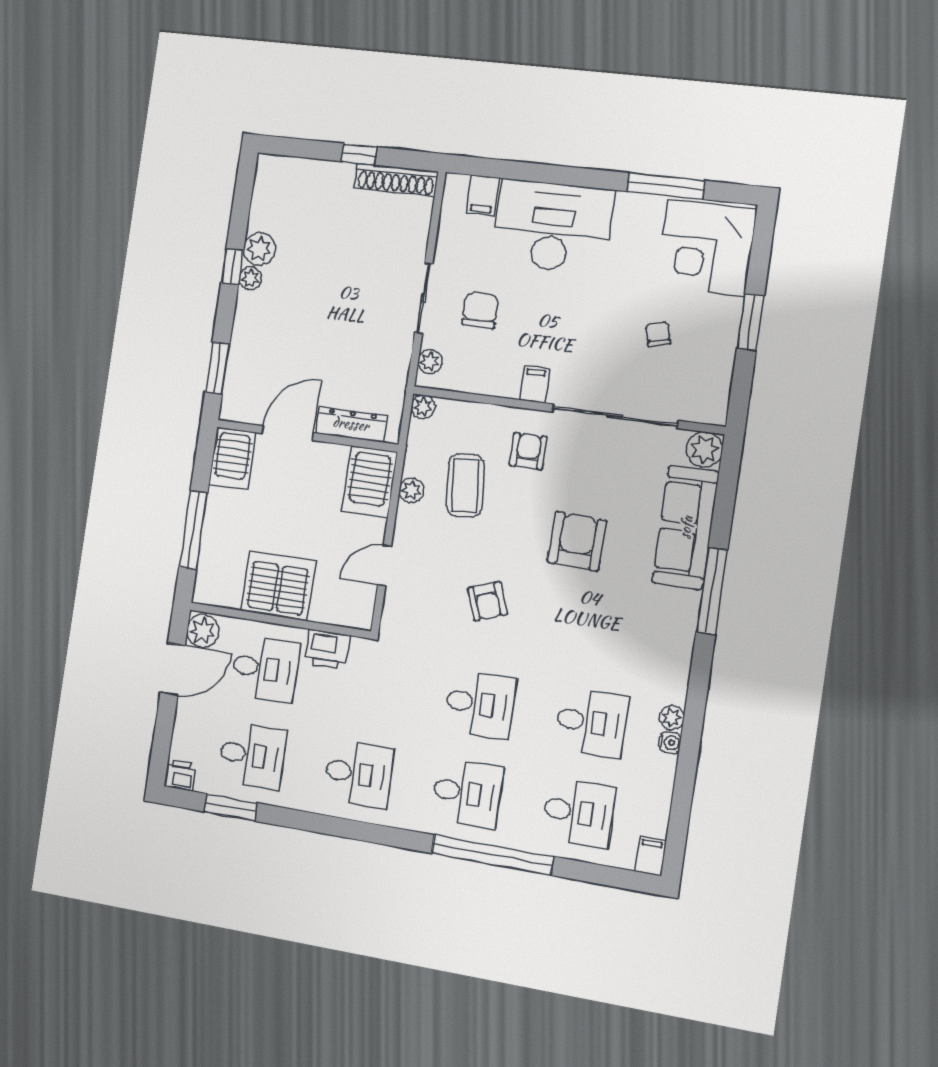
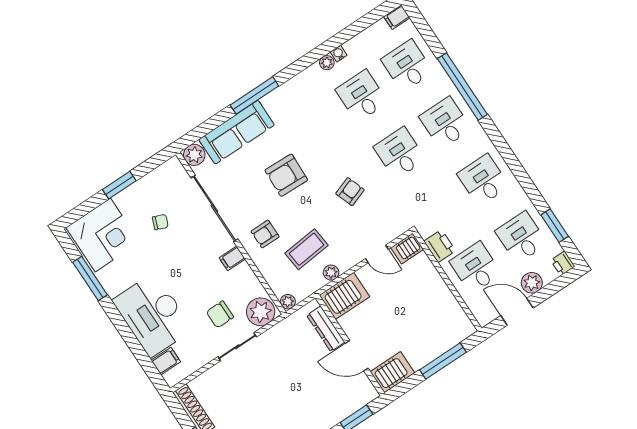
chair: (658, 334) -> (160, 222), turned -144
plant: (430, 362) -> (261, 312), width x1.88, depth x1.88
server rack: (278, 586) -> (407, 249), moved, width x0.46, depth x0.70
plant: (203, 631) -> (532, 283), moved

